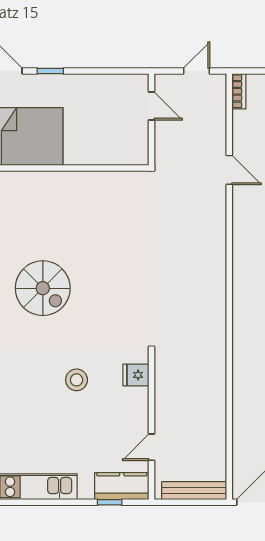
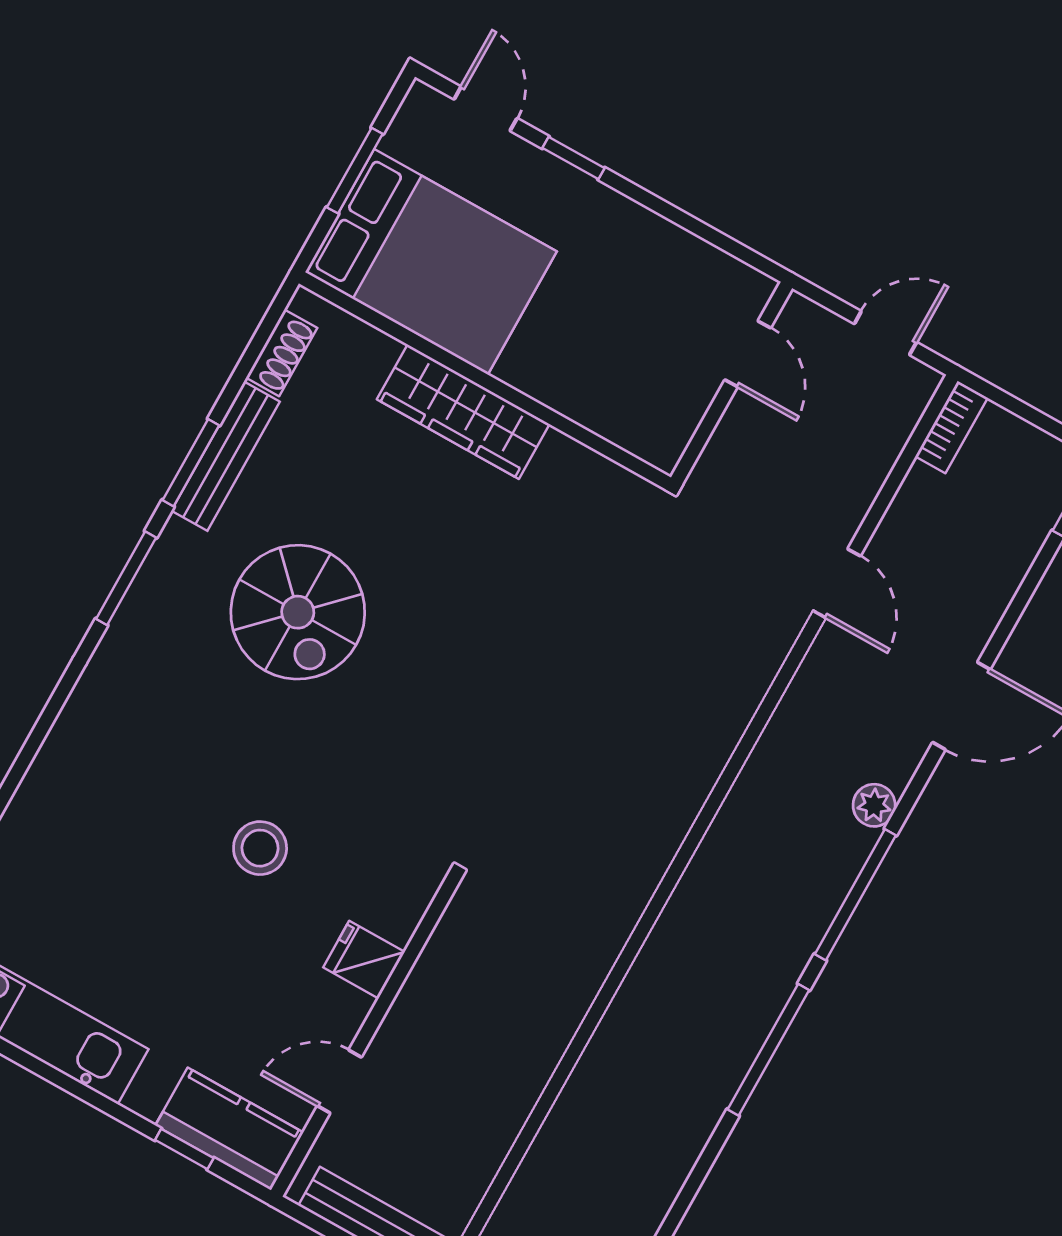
wardrobe: (62, 184) -> (463, 412), added
fridge: (136, 375) -> (364, 960), moved

